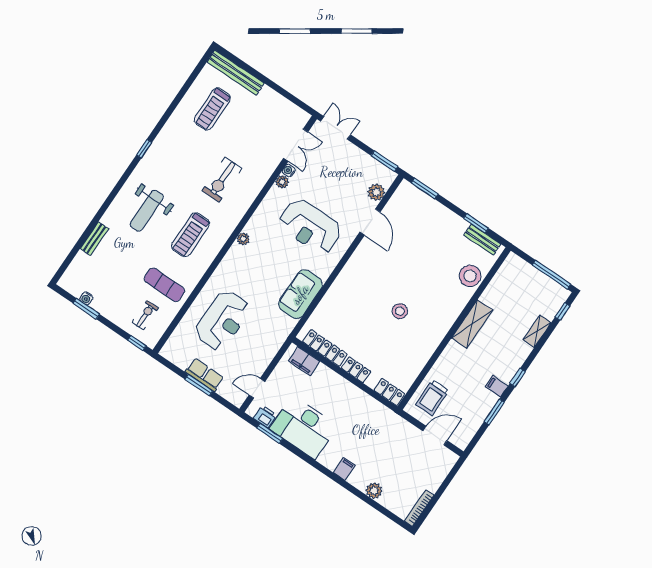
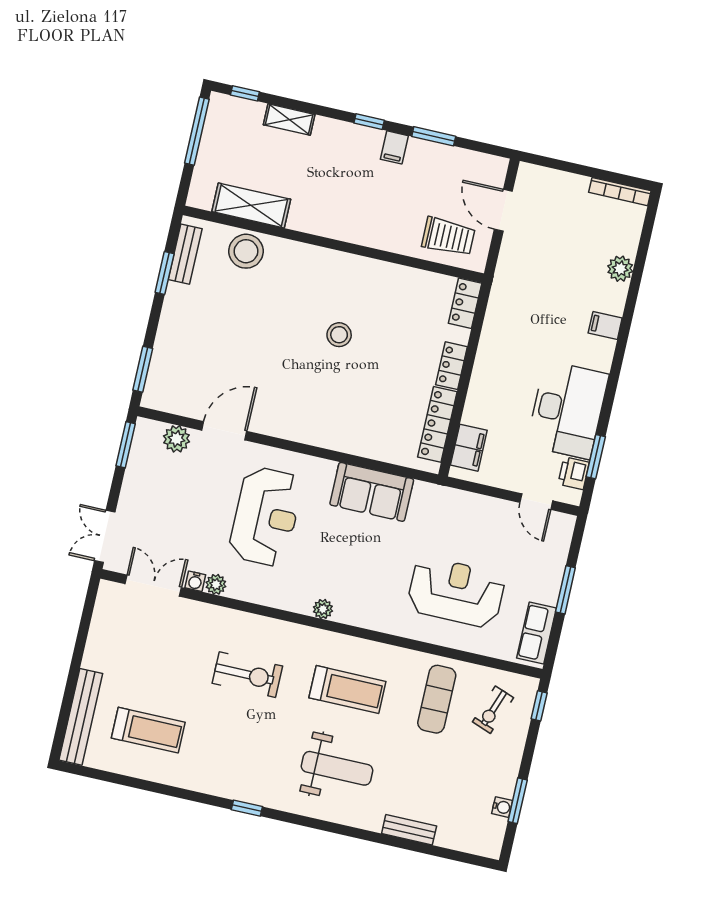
exercise bike: (145, 315) -> (493, 710), turned -70
shelving: (472, 324) -> (251, 205), moved
row of seats: (204, 375) -> (536, 633), moved

